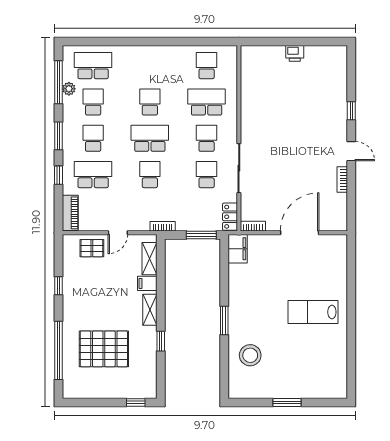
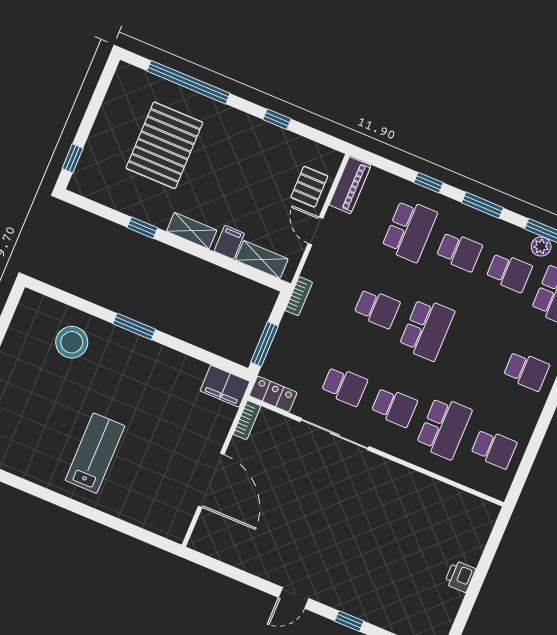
school desk: (150, 102) -> (526, 371), moved
bookcase: (342, 180) -> (260, 569), removed
piano: (70, 213) -> (350, 185), moved, turned -90

